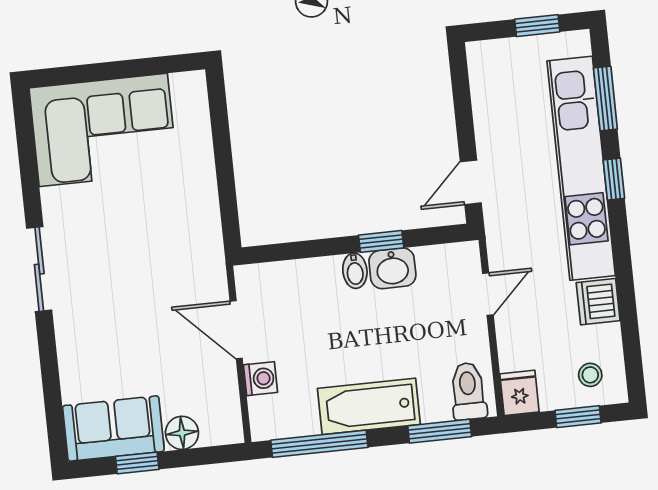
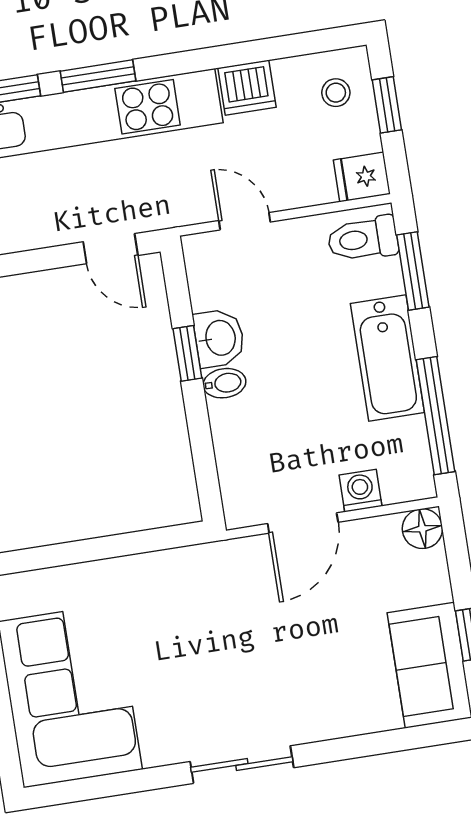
window: (614, 179) -> (98, 76), width x1.50
floor lamp: (182, 433) -> (422, 529), moved

